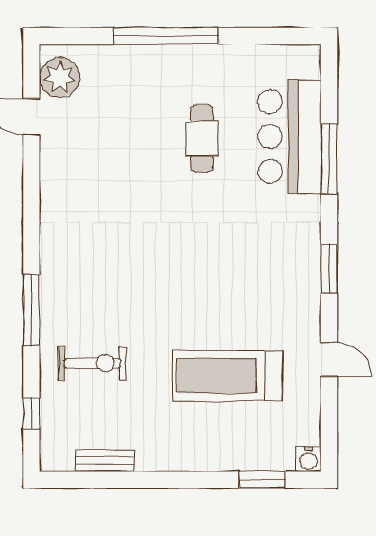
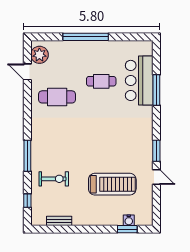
cafe table: (202, 138) -> (101, 81), turned 90
cafe table: (100, 174) -> (57, 97), added
window: (329, 269) -> (156, 151), moved
treadmill: (228, 376) -> (112, 184), turned 180
water cooler: (308, 459) -> (129, 220), moved

